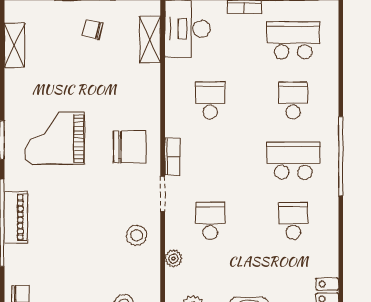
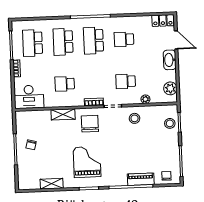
shelving: (150, 39) -> (63, 114), moved
shelving: (14, 45) -> (52, 184), moved
school desk: (293, 100) -> (63, 42), width x1.85
grand piano: (54, 138) -> (87, 162), turned 180
piano: (16, 217) -> (141, 179), moved

